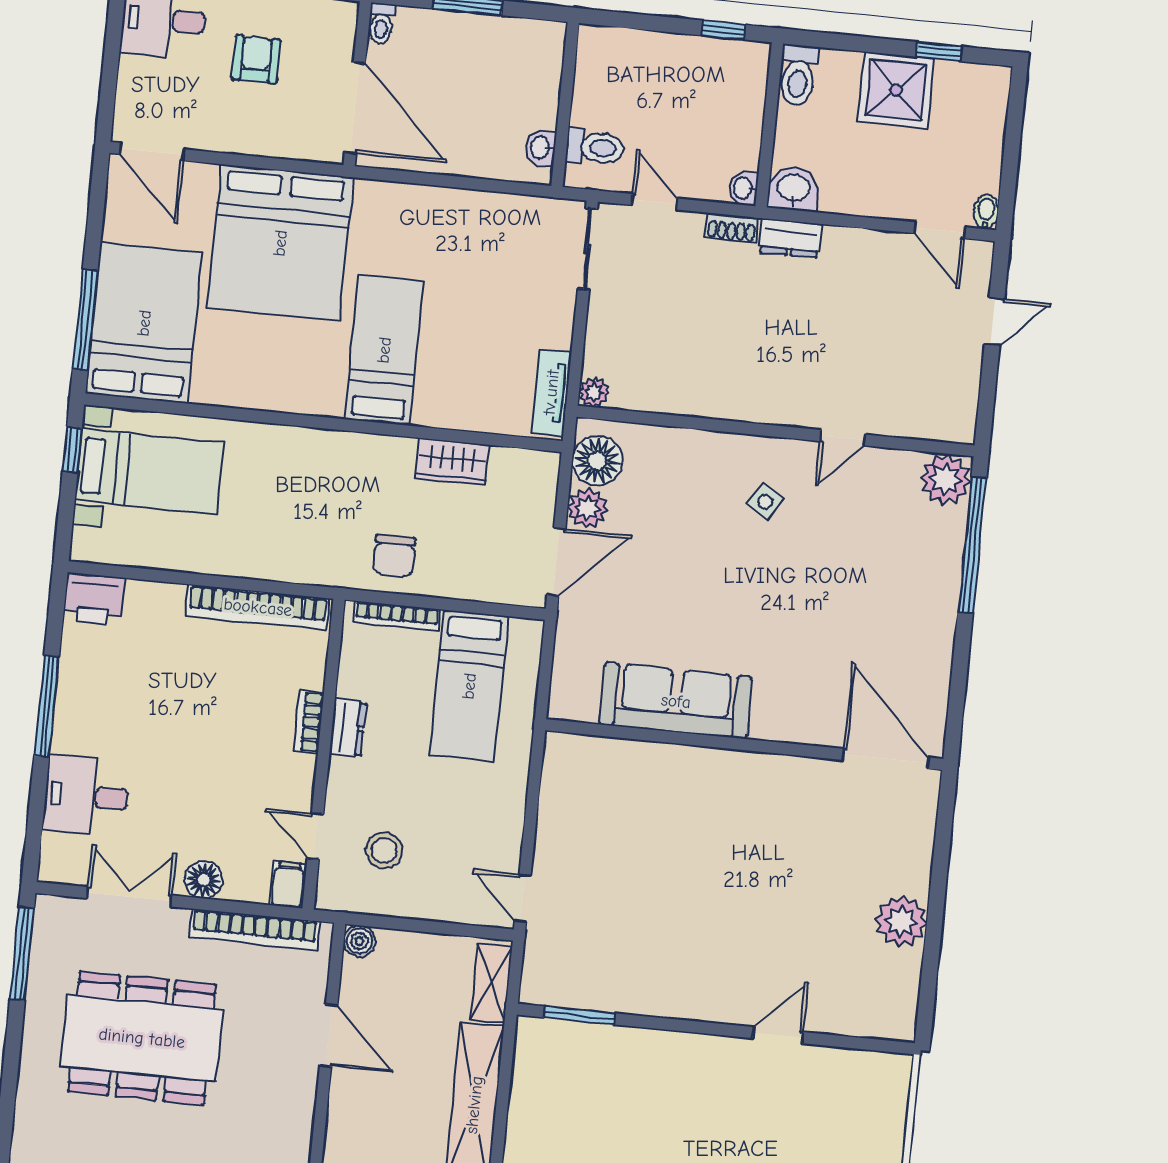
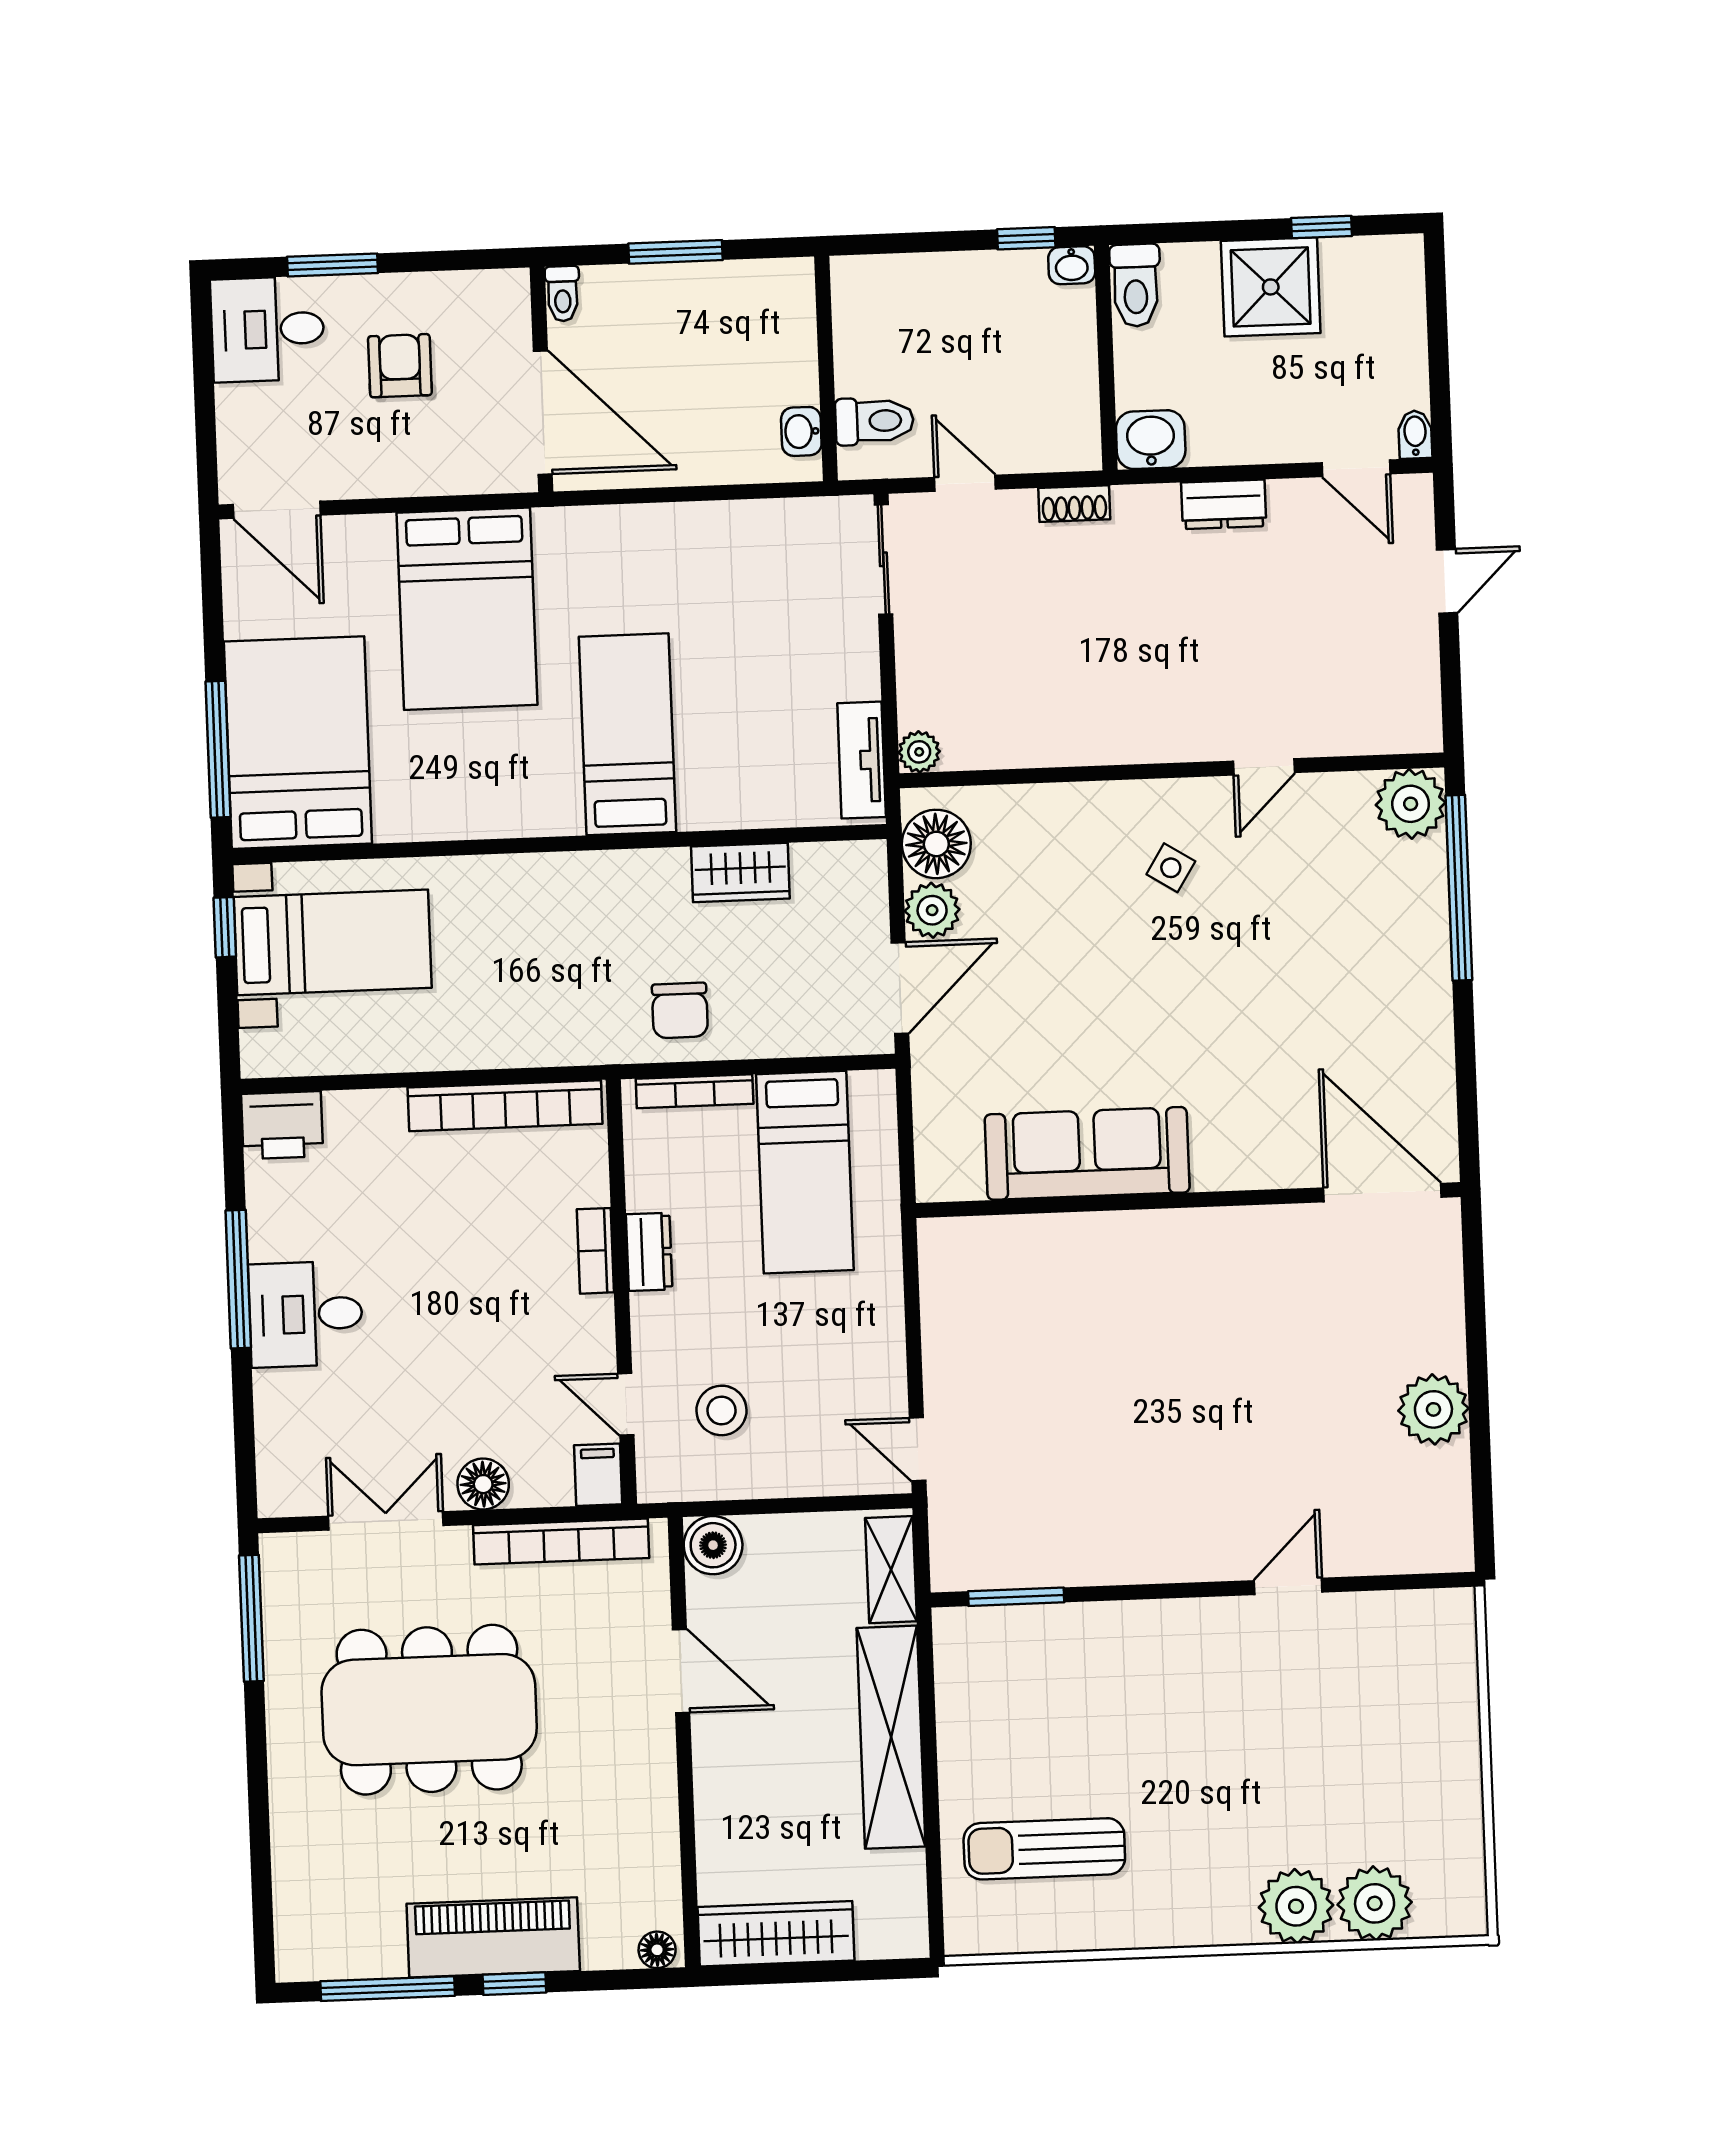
washbasin: (744, 188) -> (1072, 265), moved, turned -90
dresser: (790, 238) -> (1224, 504), moved
bed: (280, 243) -> (467, 609), width x0.73
desk: (86, 796) -> (306, 1314), moved
boiler: (359, 941) -> (713, 1545), width x1.36, depth x1.36

